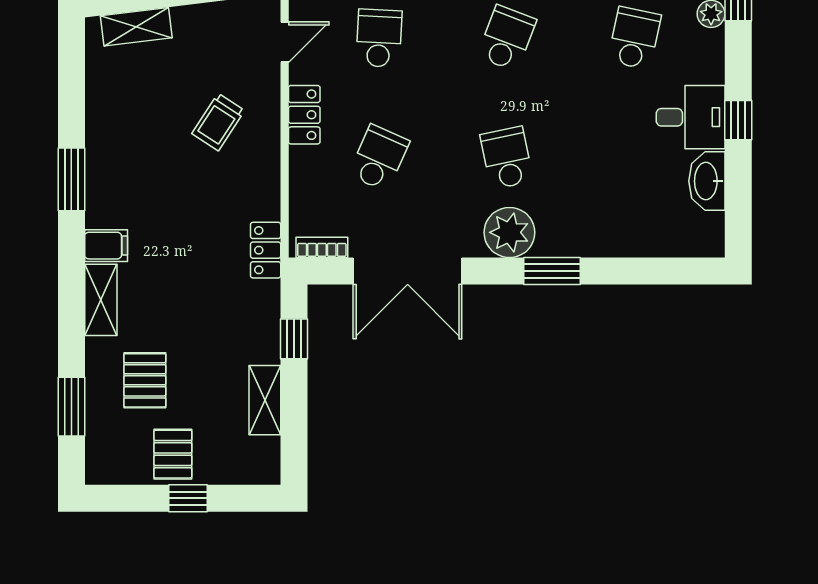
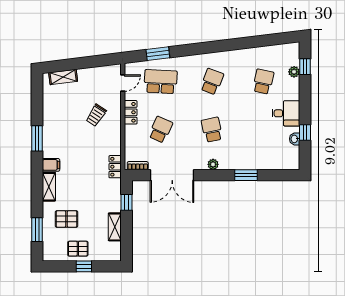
school desk: (379, 38) -> (161, 82), width x1.85
window: (738, 120) -> (305, 133), moved
washbasin: (707, 181) -> (295, 139), width x0.52, depth x0.69
plant: (509, 232) -> (213, 164), width x0.53, depth x0.53
window: (552, 271) -> (246, 175), moved
pallet: (145, 380) -> (67, 219), turned 90
pallet: (173, 454) -> (78, 249), turned 90

